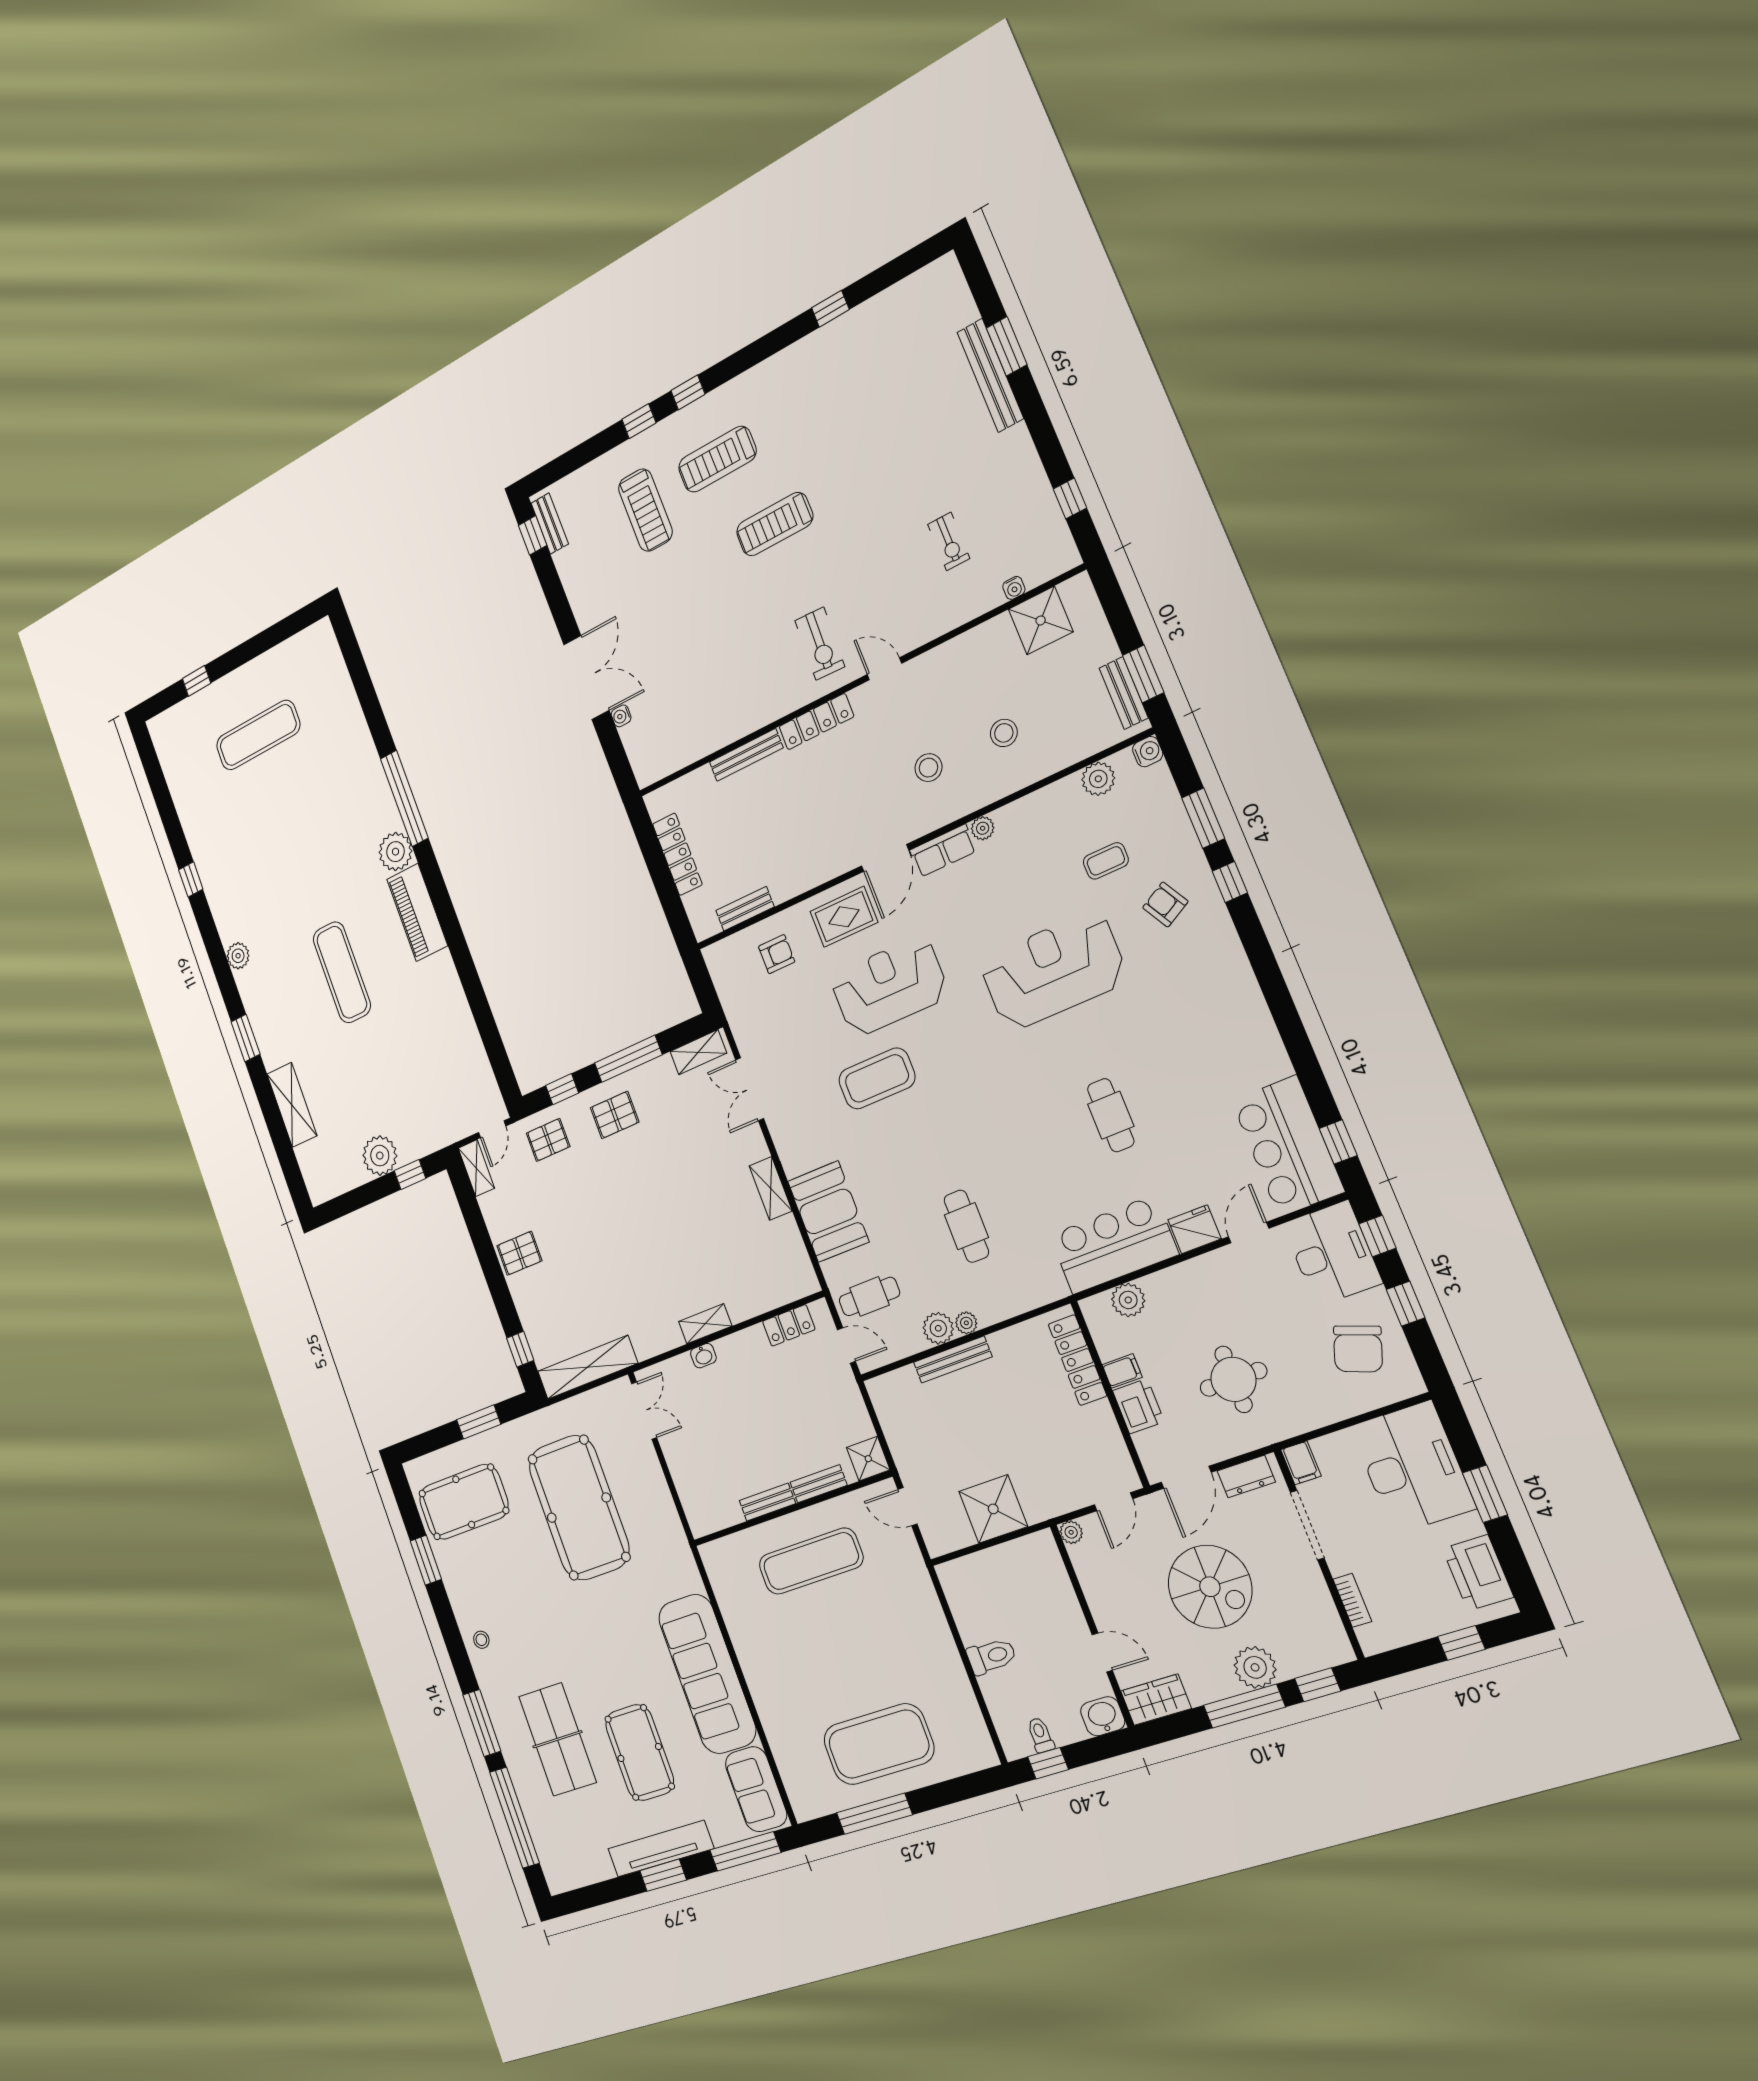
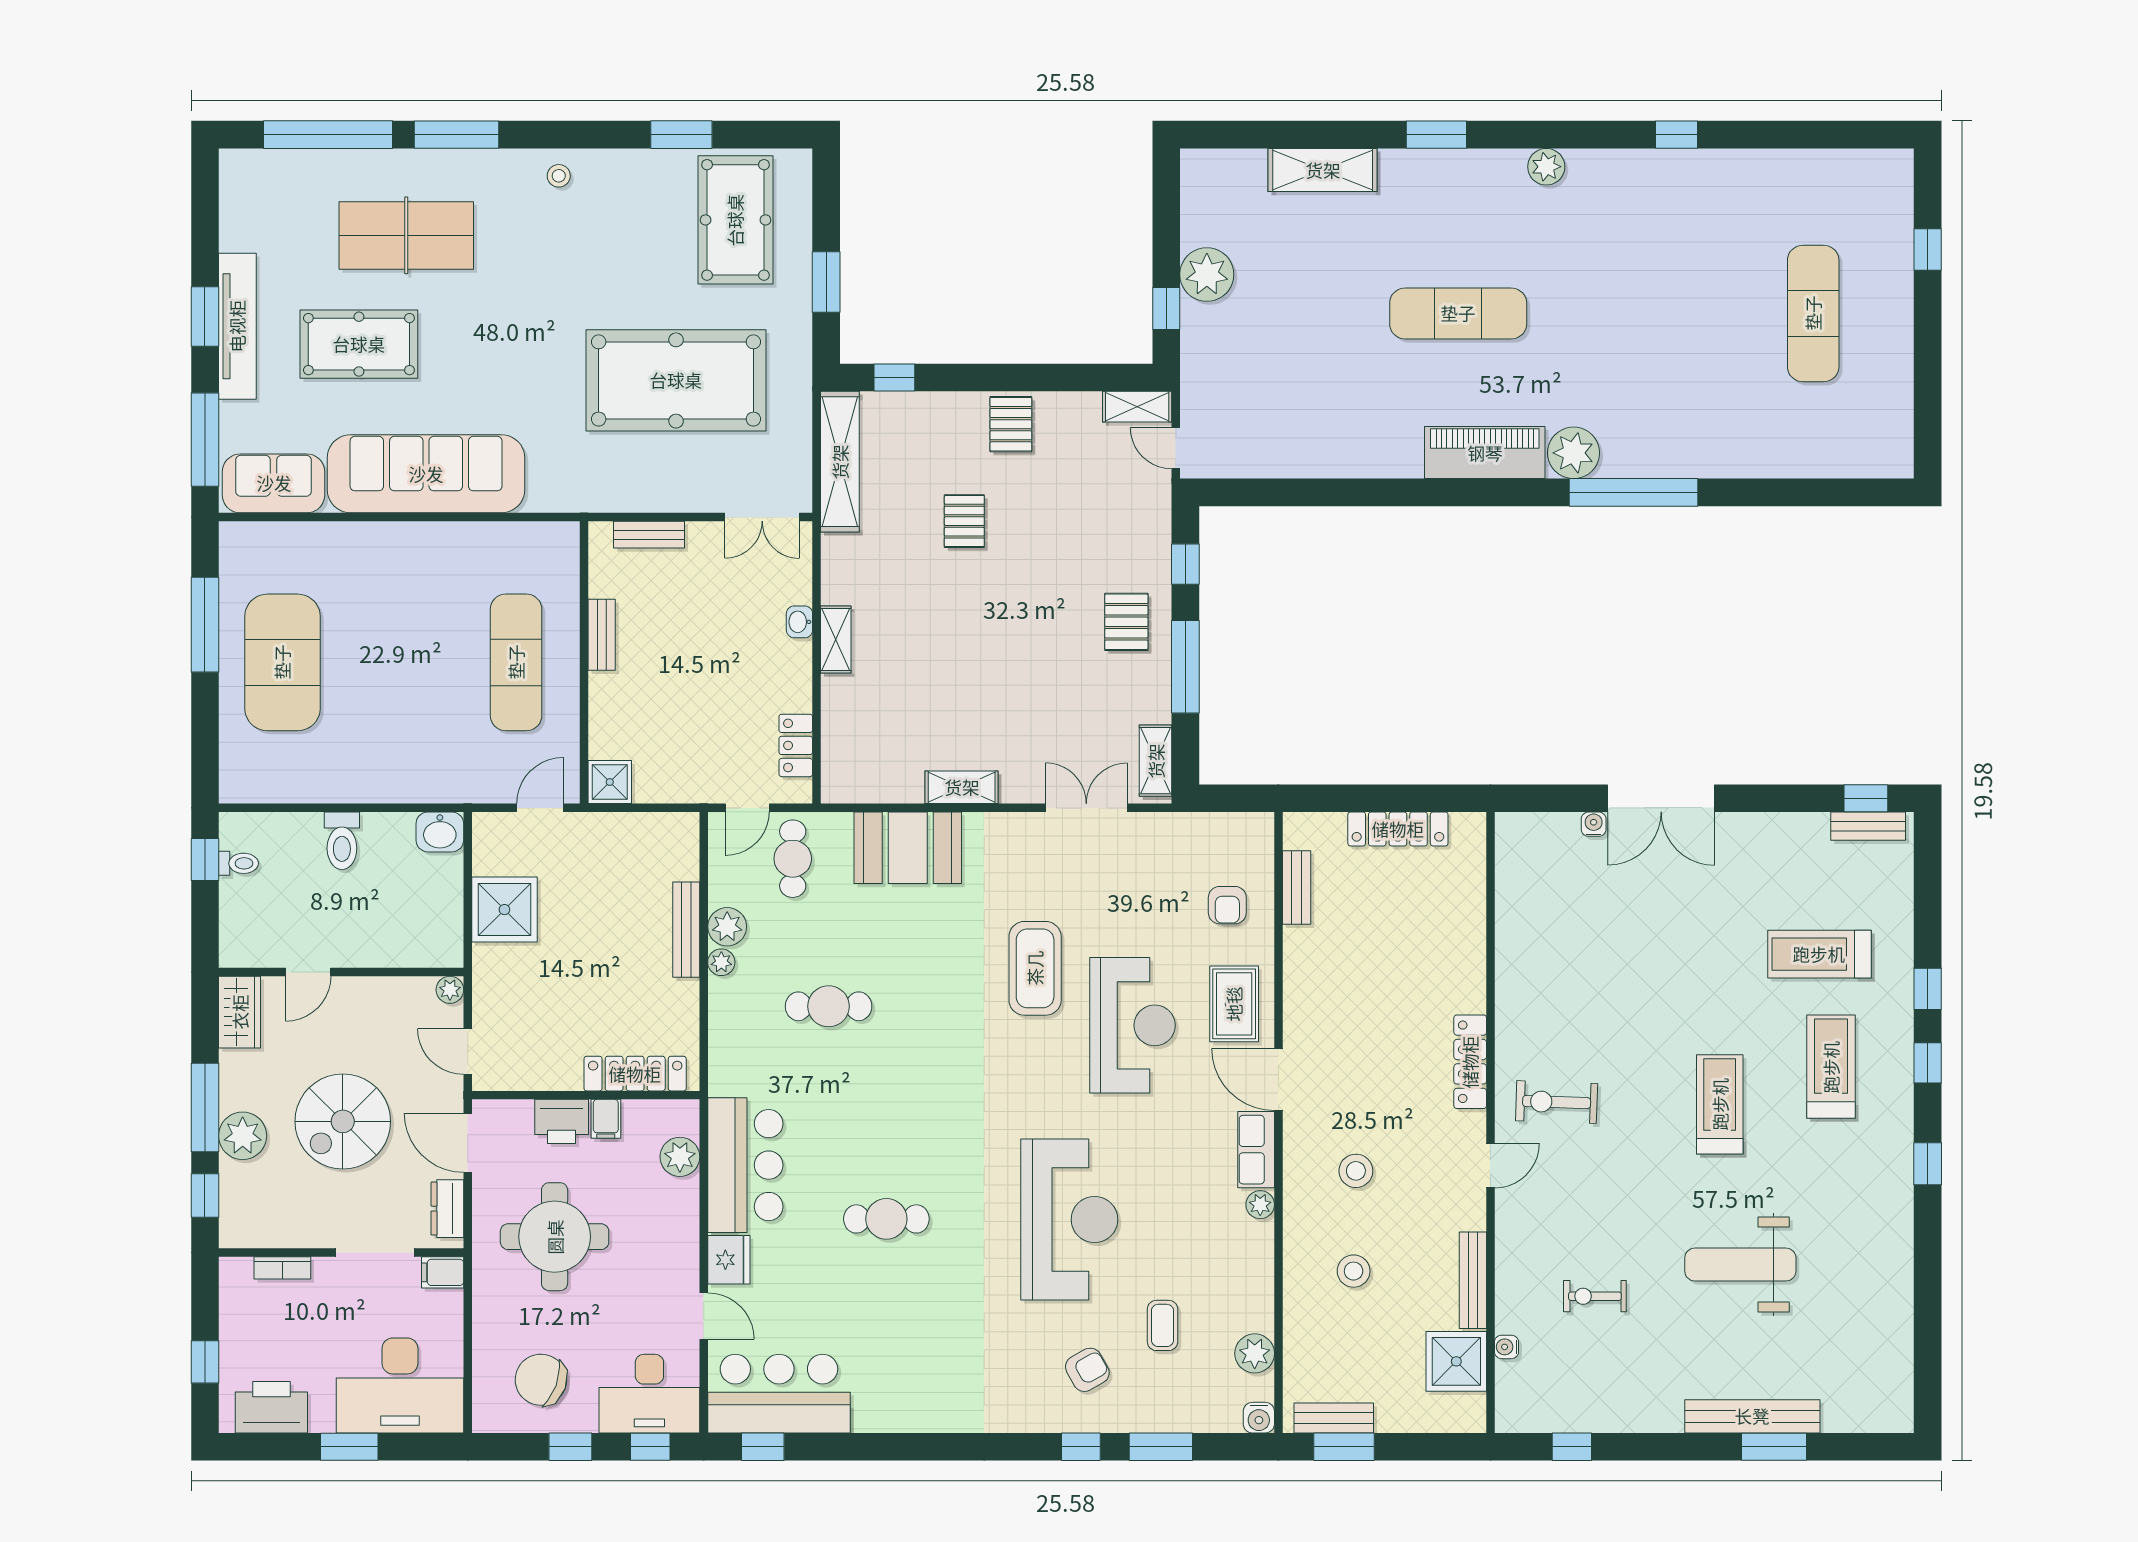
window: (830, 309) -> (1928, 1164), moved
weight bench: (882, 446) -> (1740, 1265), added
bench: (746, 755) -> (1473, 1280), moved
pallet: (548, 1140) -> (964, 521), moved
round table: (1233, 1379) -> (555, 1237), width x1.36, depth x1.36
bench: (819, 1484) -> (649, 535), moved, turned 90
washbasin: (1103, 1716) -> (440, 832), moved, turned 90

